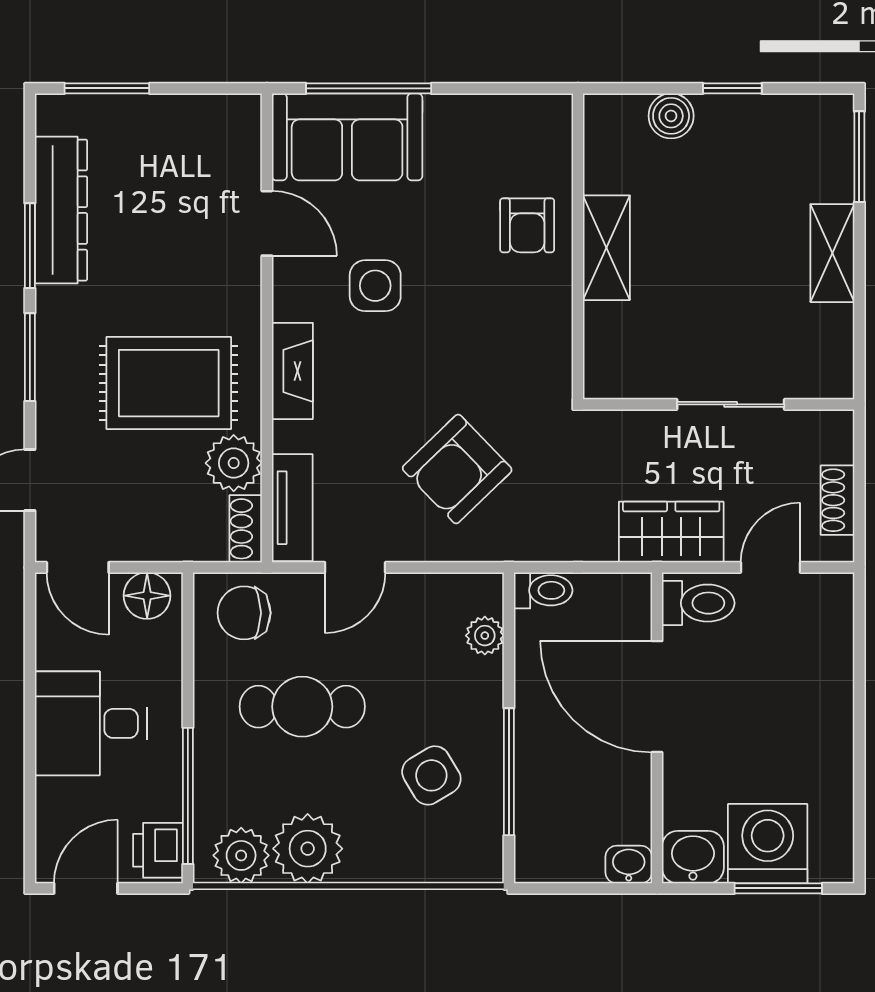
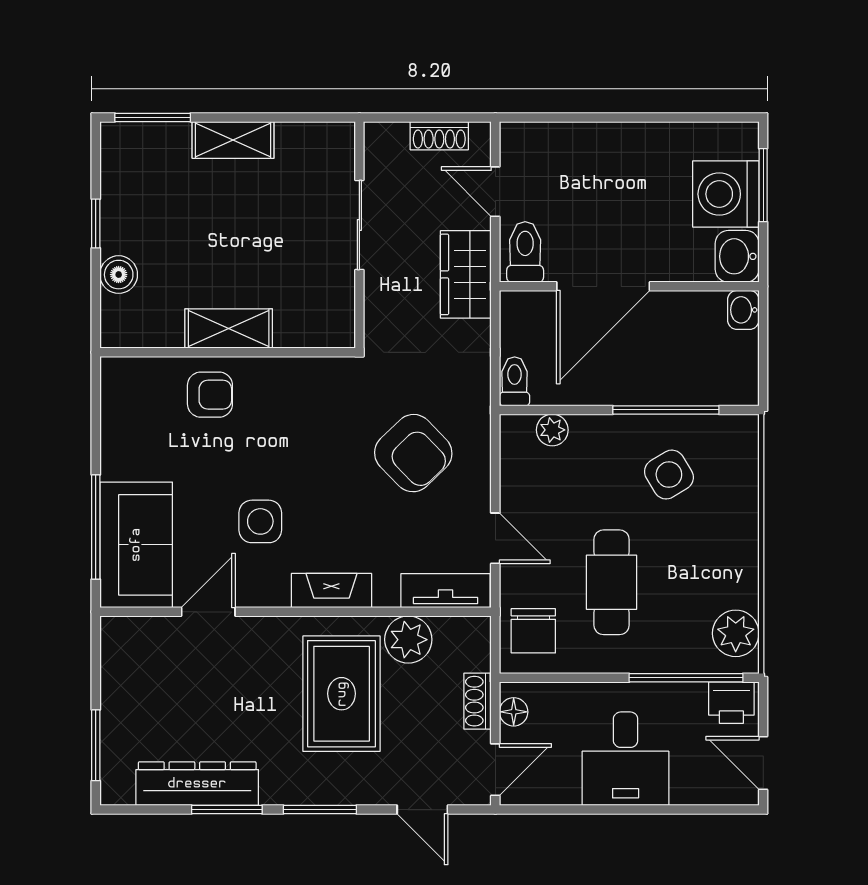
shoe rack: (246, 529) -> (478, 701), moved, turned 90
floor lamp: (147, 596) -> (514, 712), width x0.73, depth x0.73
plant: (308, 849) -> (730, 578), removed

